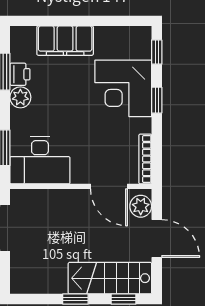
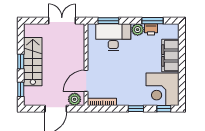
corner desk: (123, 88) -> (163, 89), moved, turned -90
desk: (40, 160) -> (113, 37), moved, turned 90
stairs: (110, 278) -> (33, 62), moved

